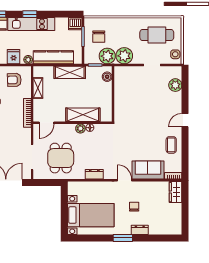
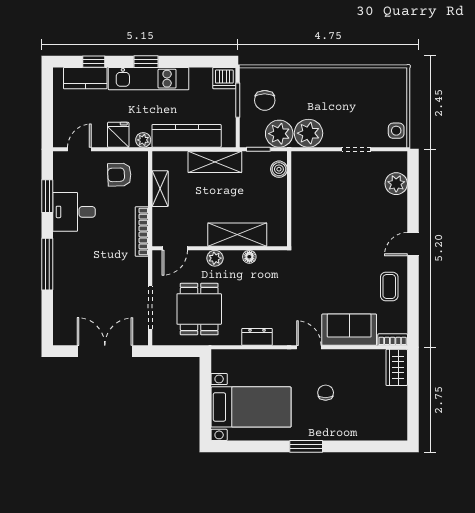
cafe table: (157, 35) -> (364, 98), removed
plant: (80, 128) -> (215, 258), moved
dresser: (140, 230) -> (335, 433), removed

